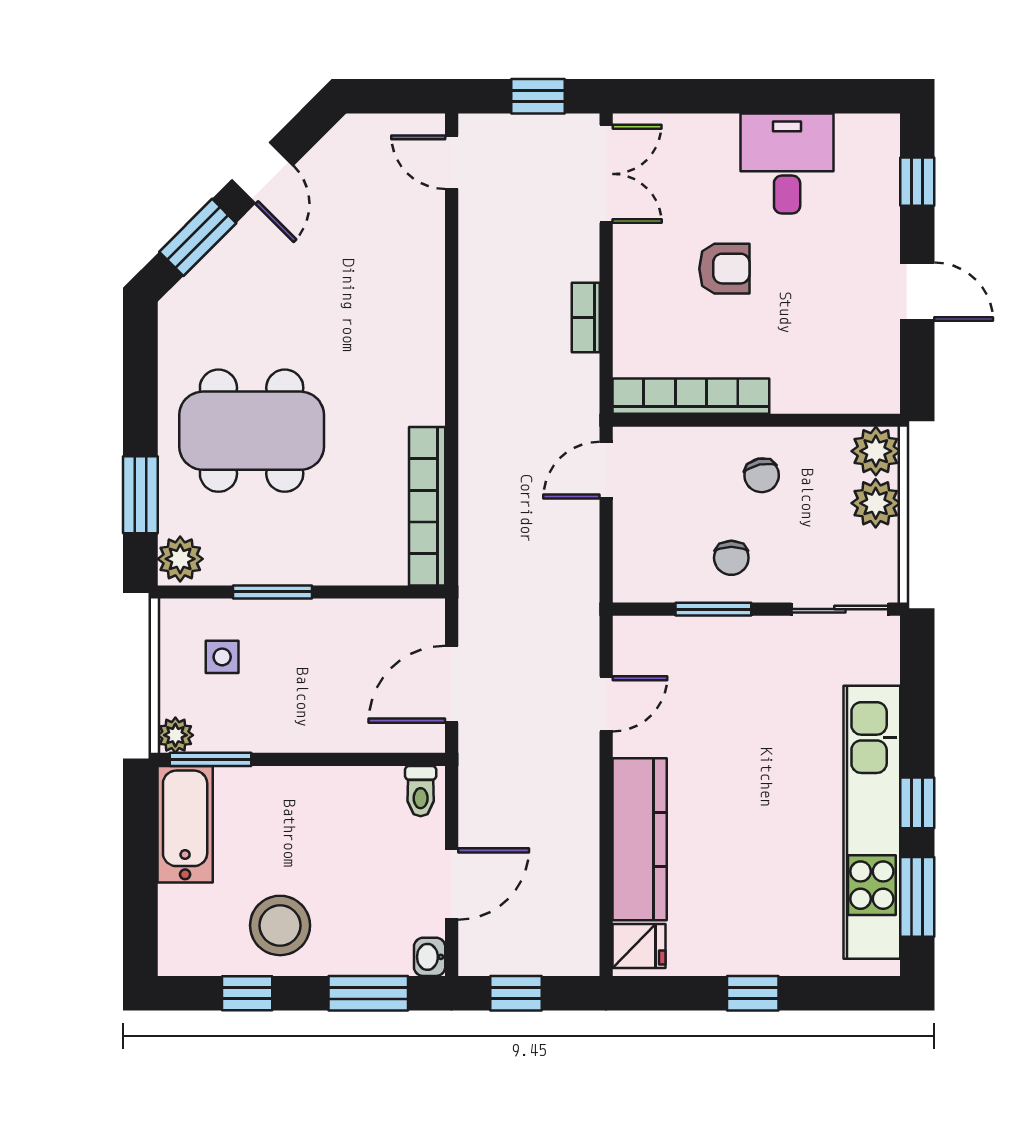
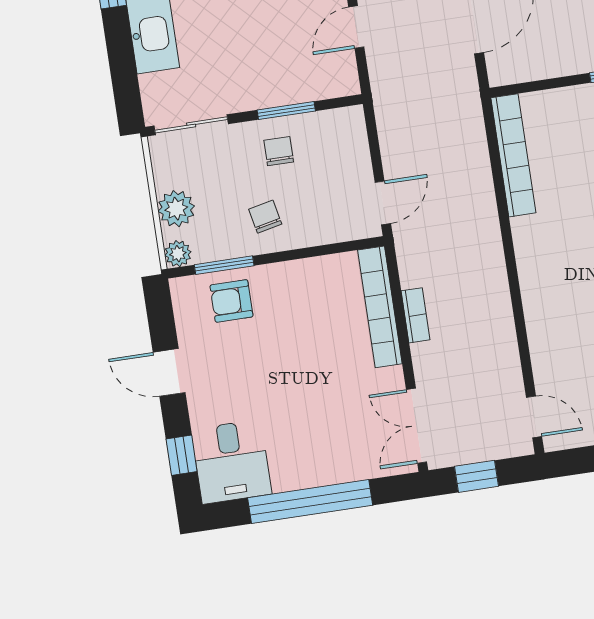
window: (759, 96) -> (310, 501), added
desk: (787, 163) -> (231, 462), moved
armchair: (724, 269) -> (231, 301), moved
bookcase: (691, 396) -> (380, 307), moved, turned 90
window: (825, 420) -> (224, 265), added
plant: (876, 451) -> (178, 254), width x0.73, depth x0.73

